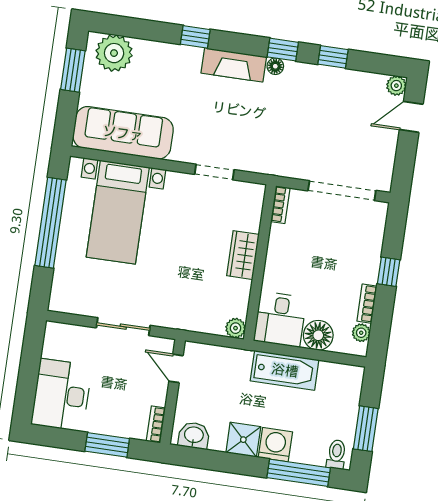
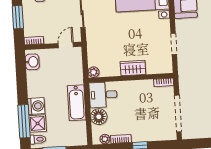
shower: (243, 440) -> (38, 123), moved

